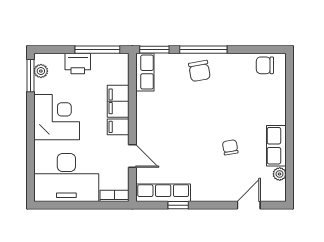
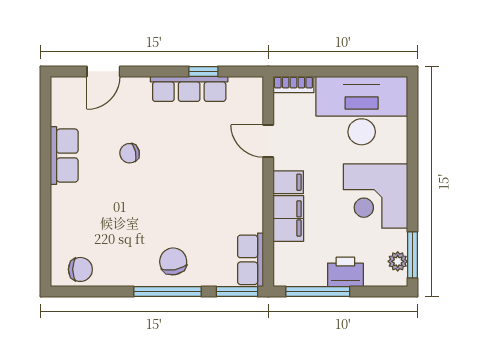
chair: (230, 147) -> (130, 153), turned 88
plant: (280, 174) -> (60, 115), removed
row of seats: (163, 193) -> (189, 89), moved

